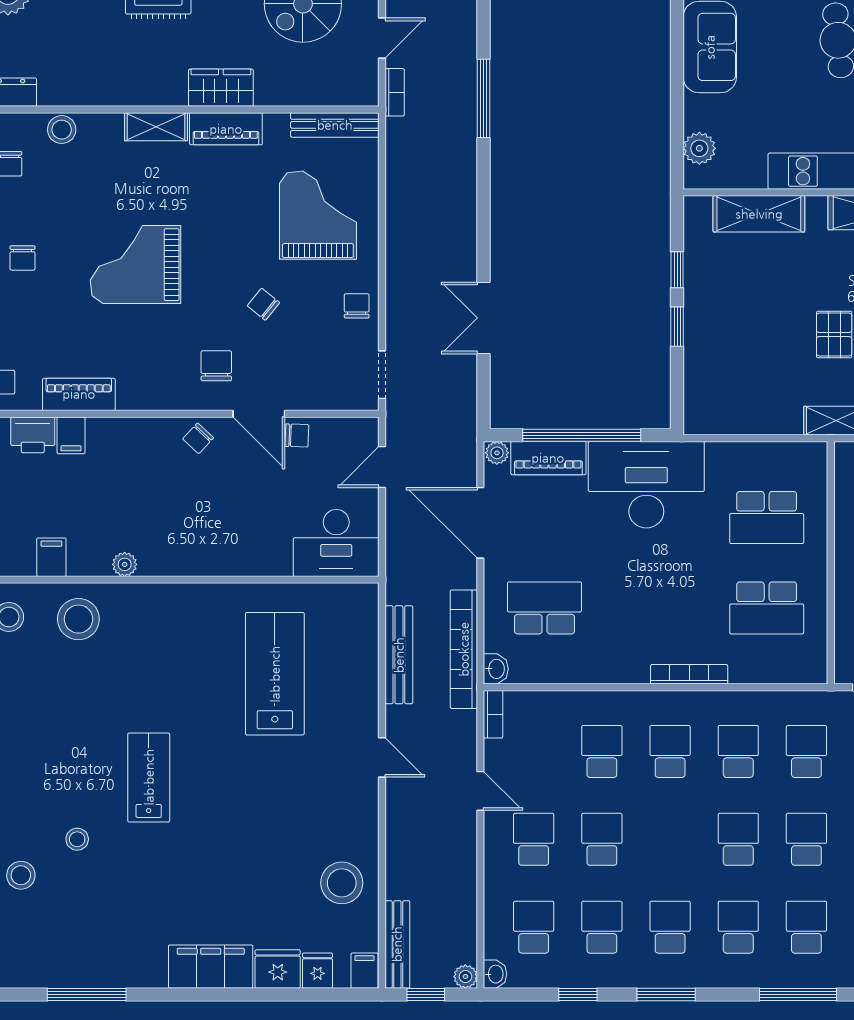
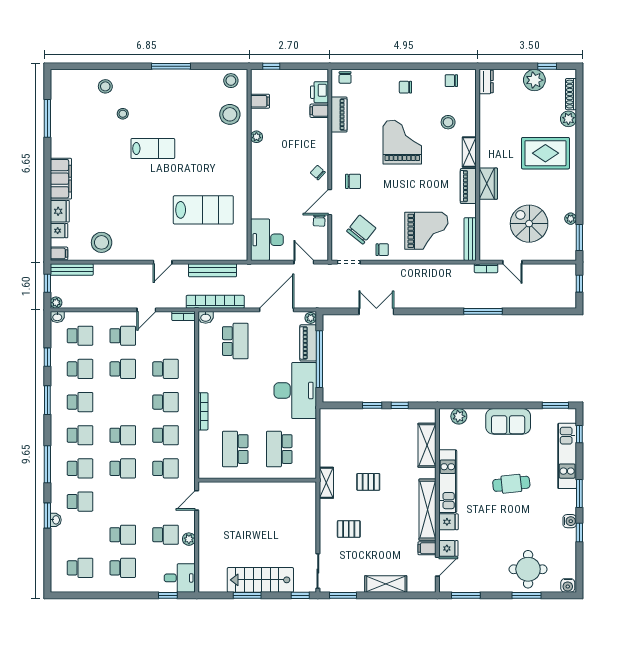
stool: (62, 130) -> (448, 122), moved
chair: (263, 304) -> (361, 230), moved, width x1.87, depth x1.87

